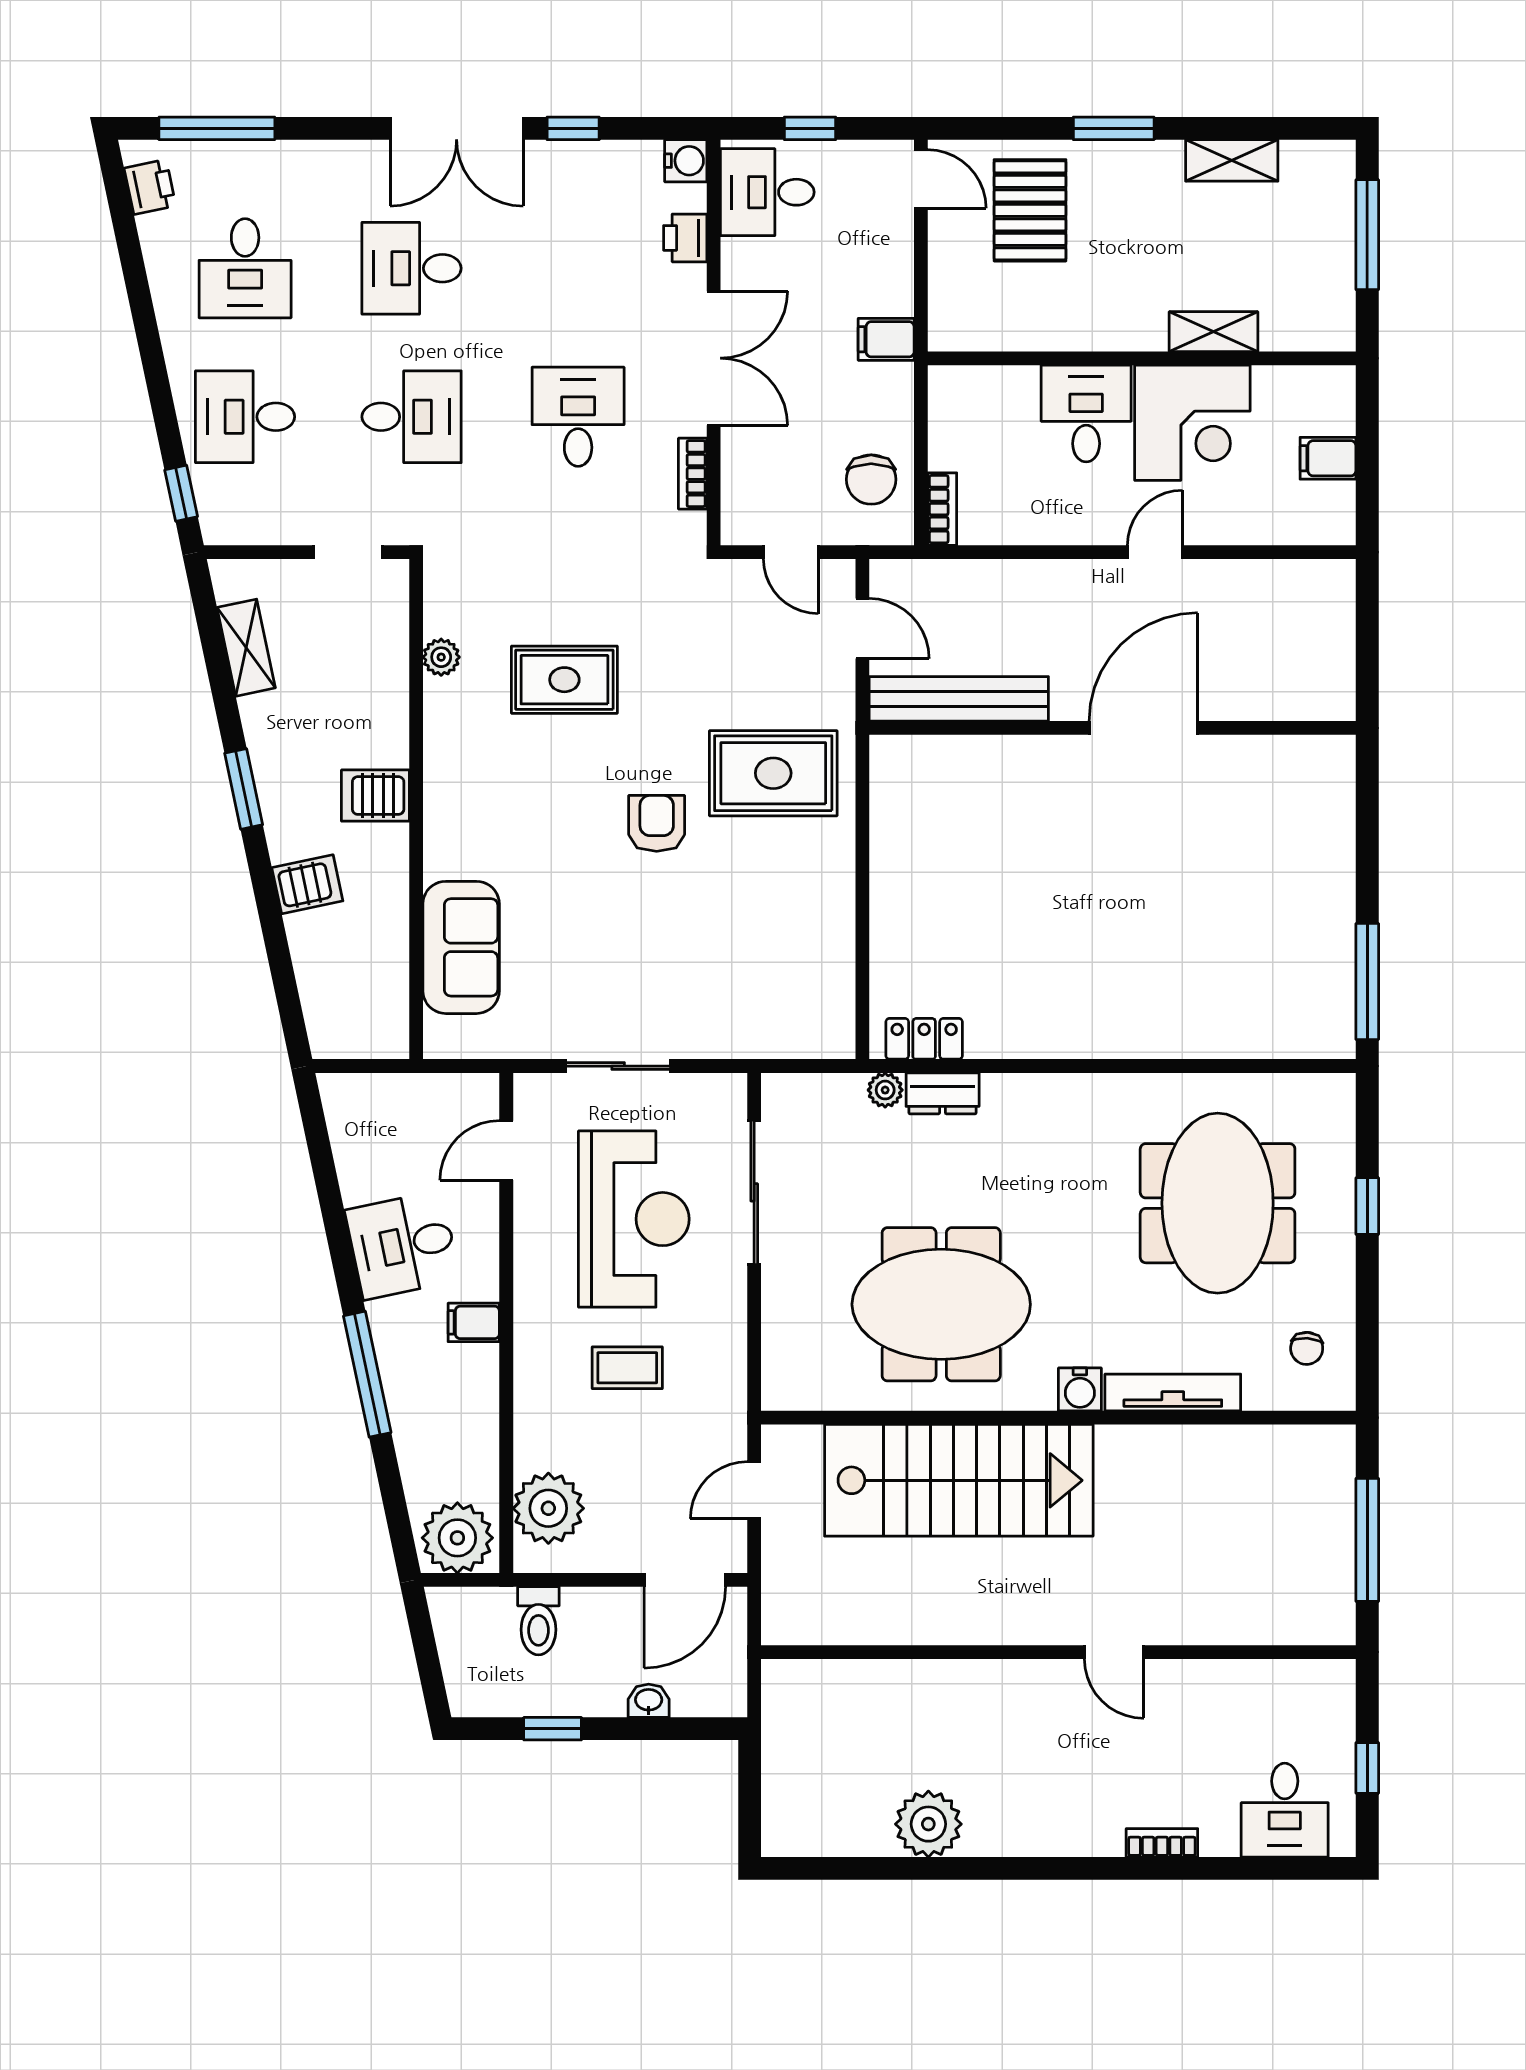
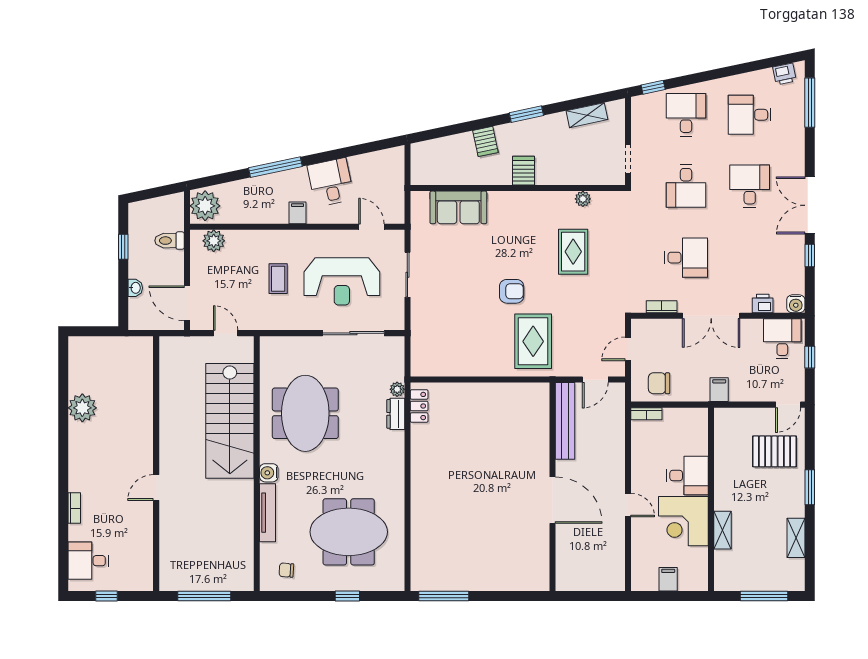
plant: (548, 1508) -> (214, 241), width x0.73, depth x0.73

